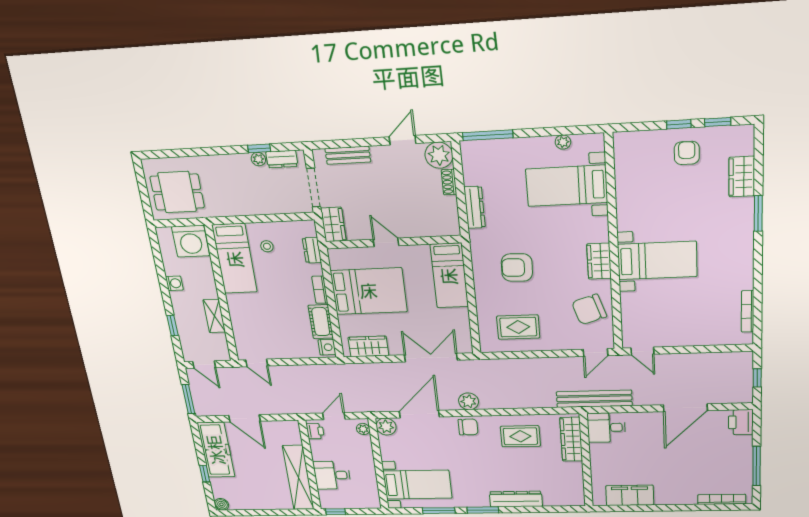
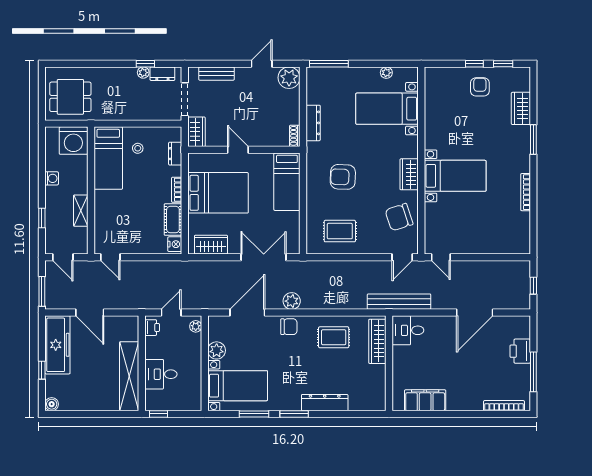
shoe rack: (449, 182) -> (295, 136), moved
bookcase: (748, 311) -> (526, 192), moved
printer: (741, 422) -> (520, 351), moved
plant: (386, 427) -> (217, 350), moved

